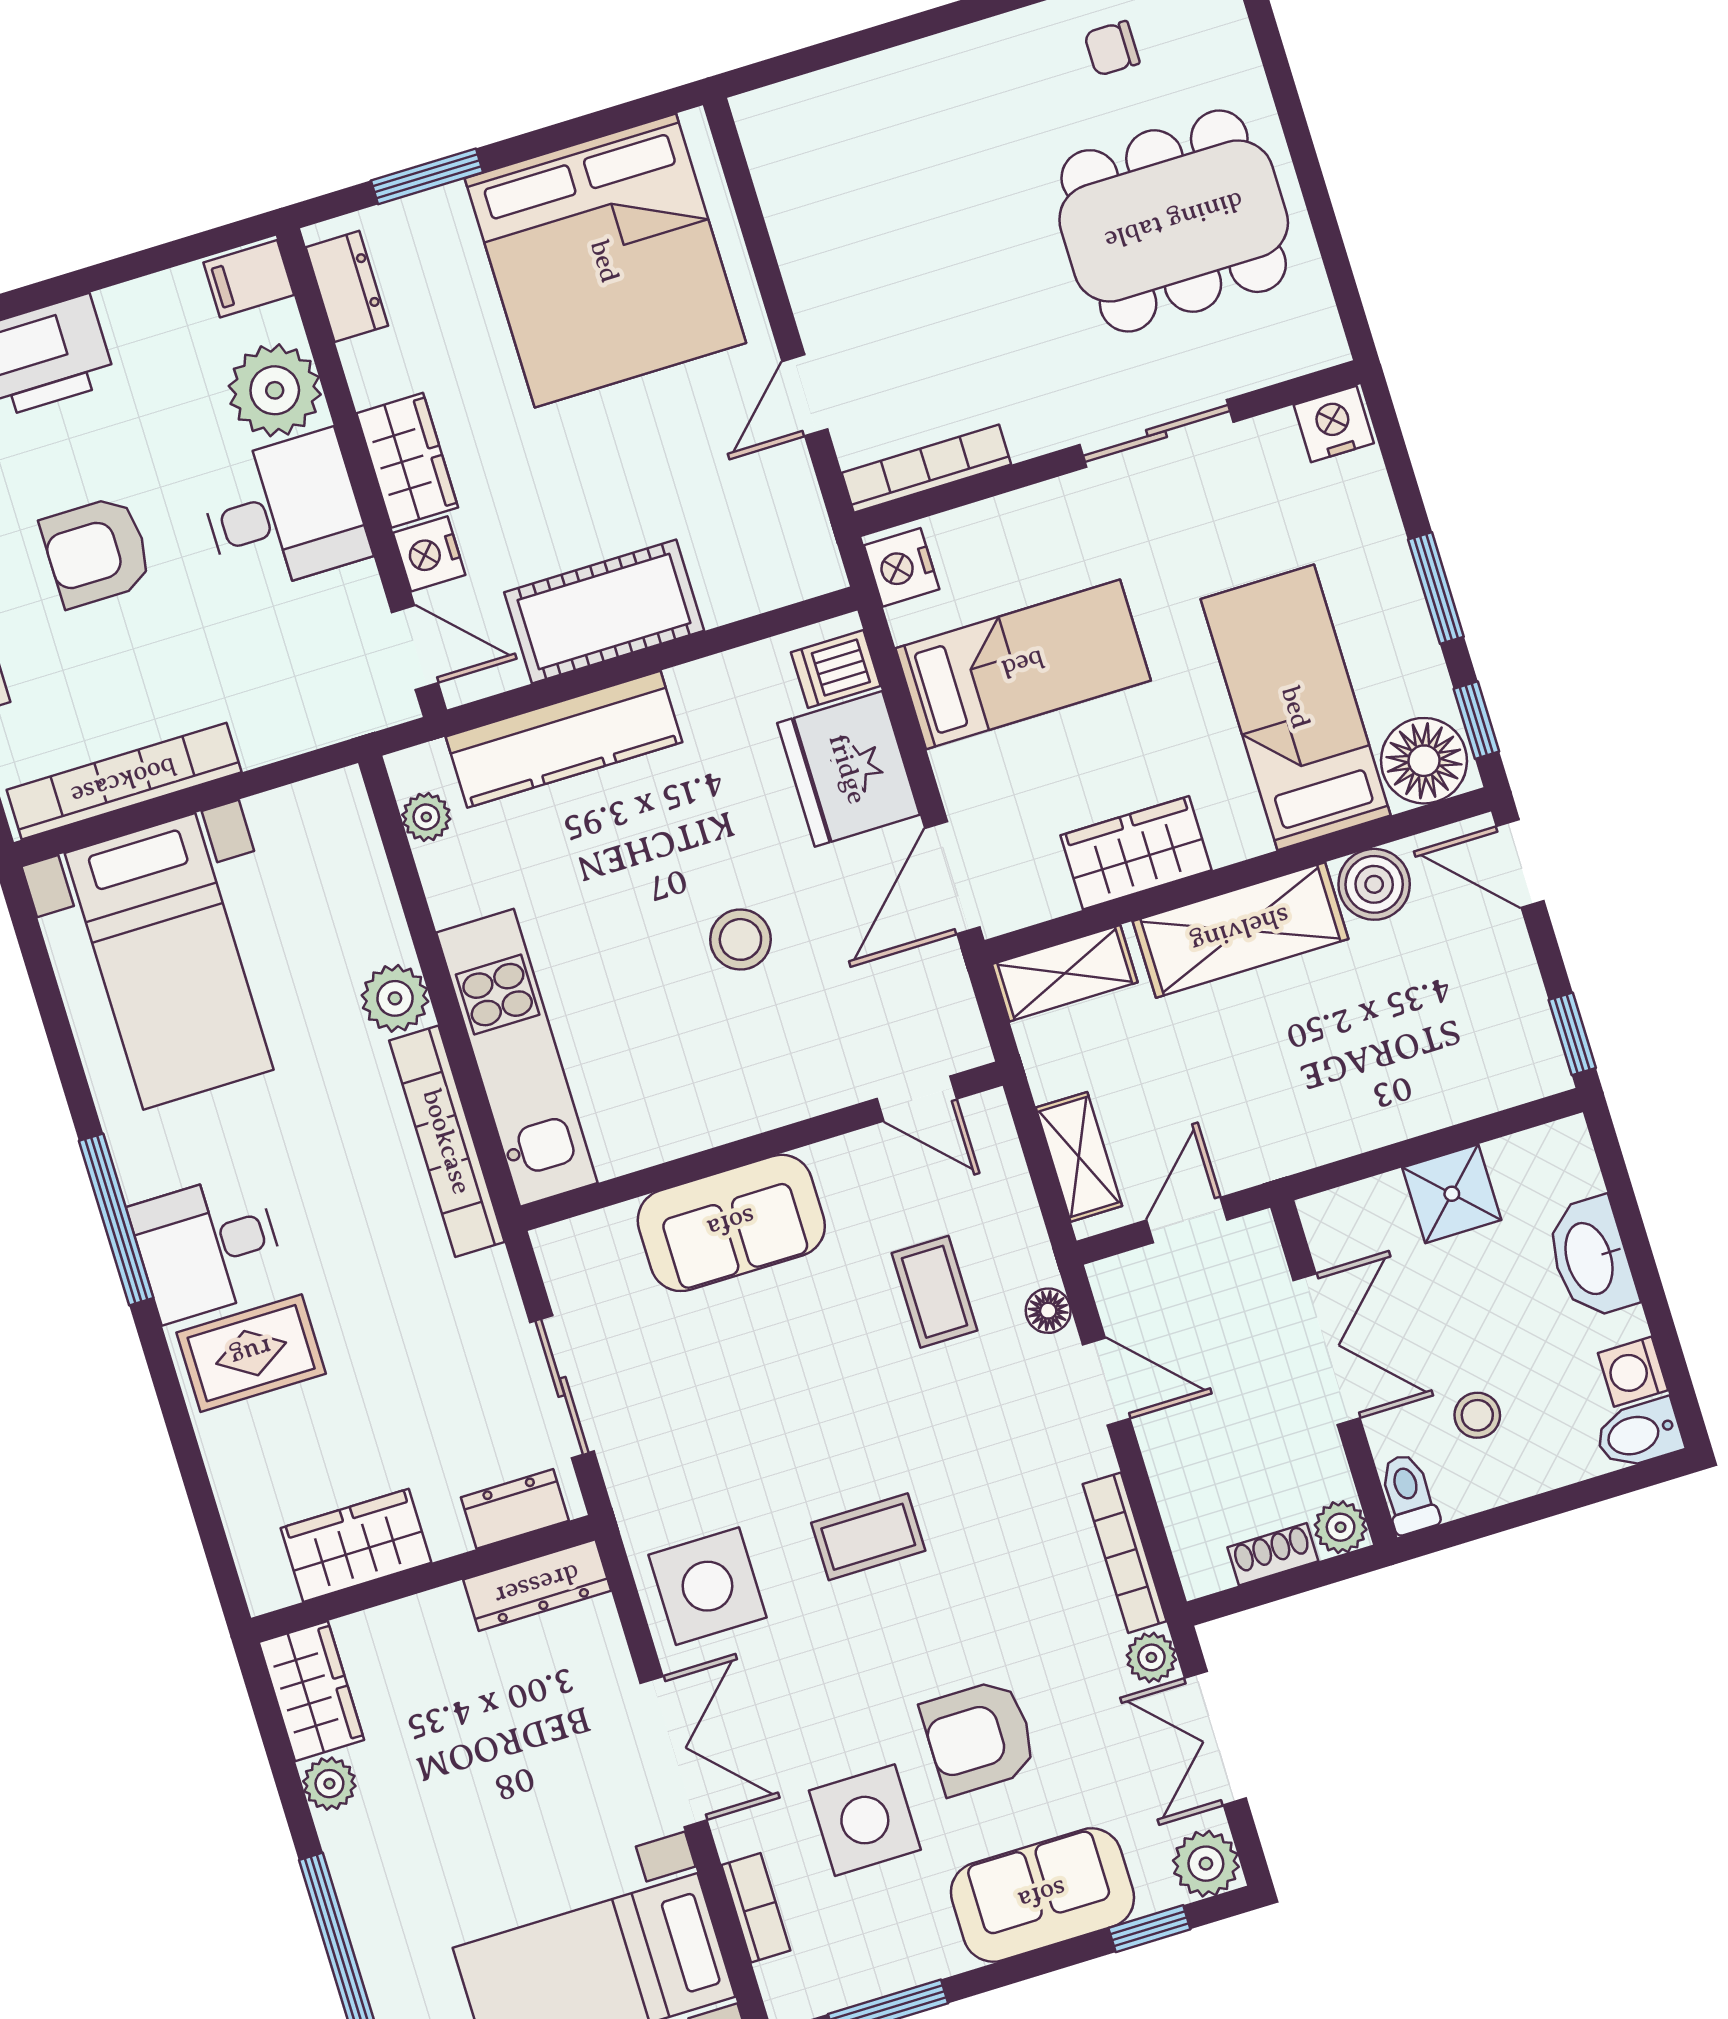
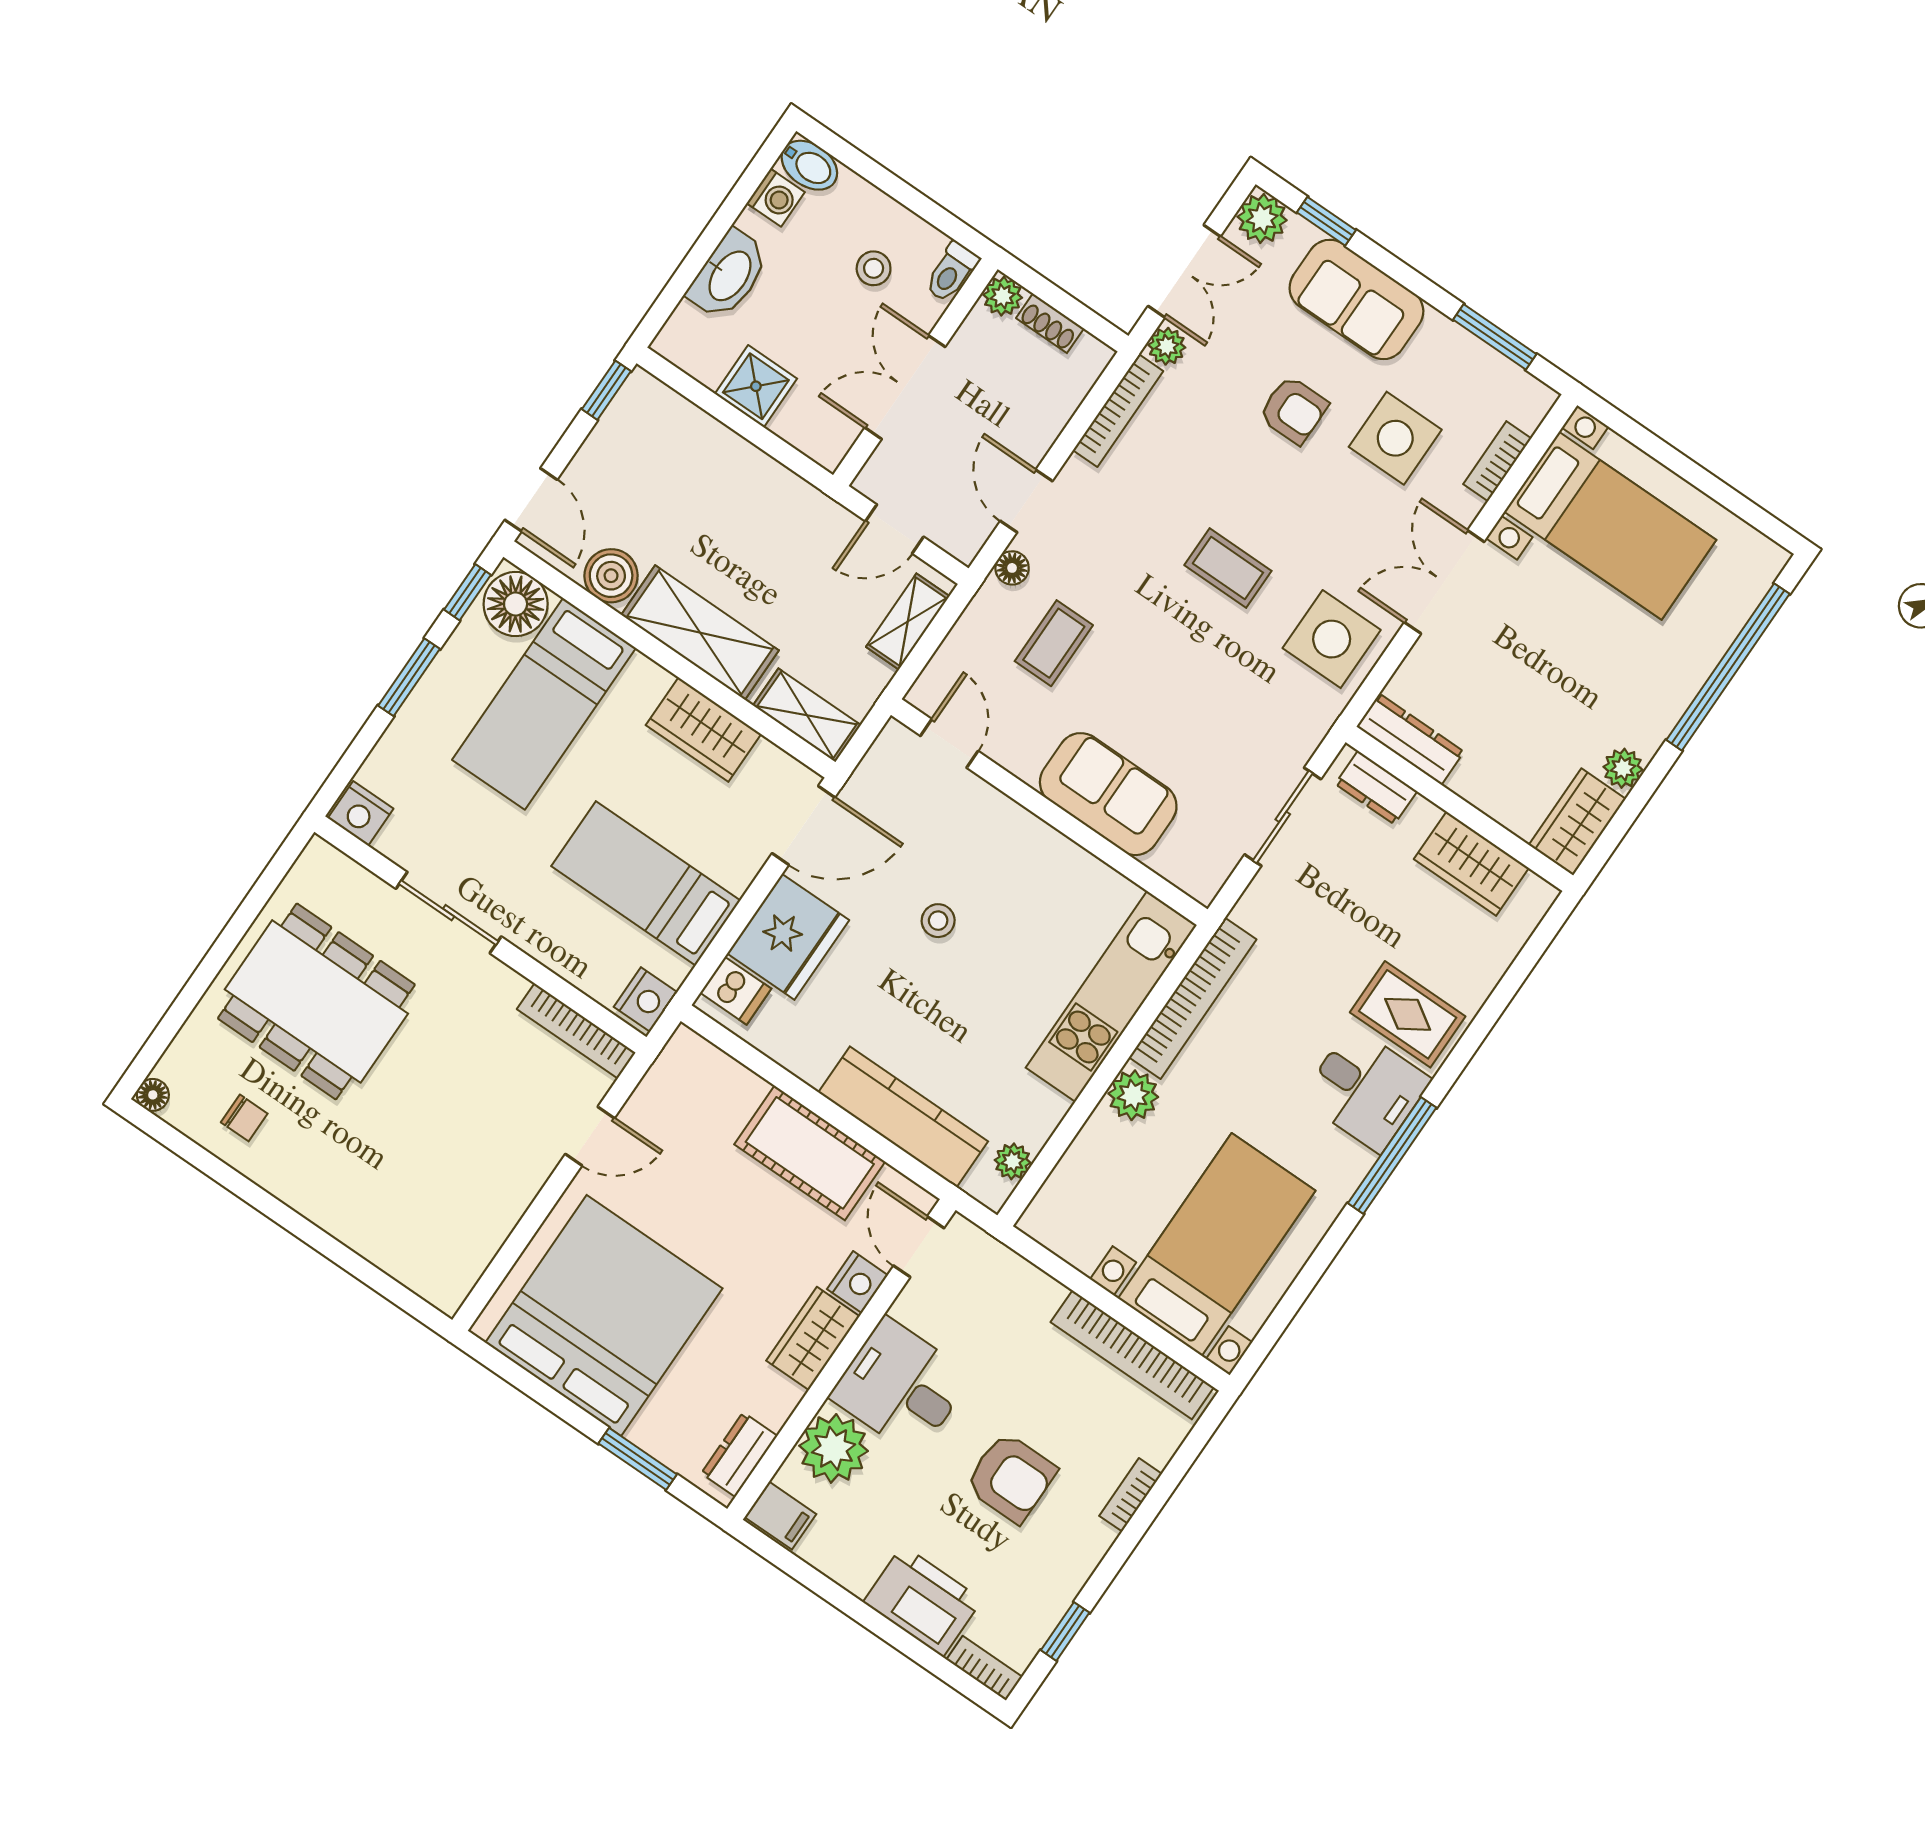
stool: (740, 939) -> (938, 921), width x0.73, depth x0.73
armchair: (979, 1737) -> (1294, 410), width x0.72, depth x0.72

